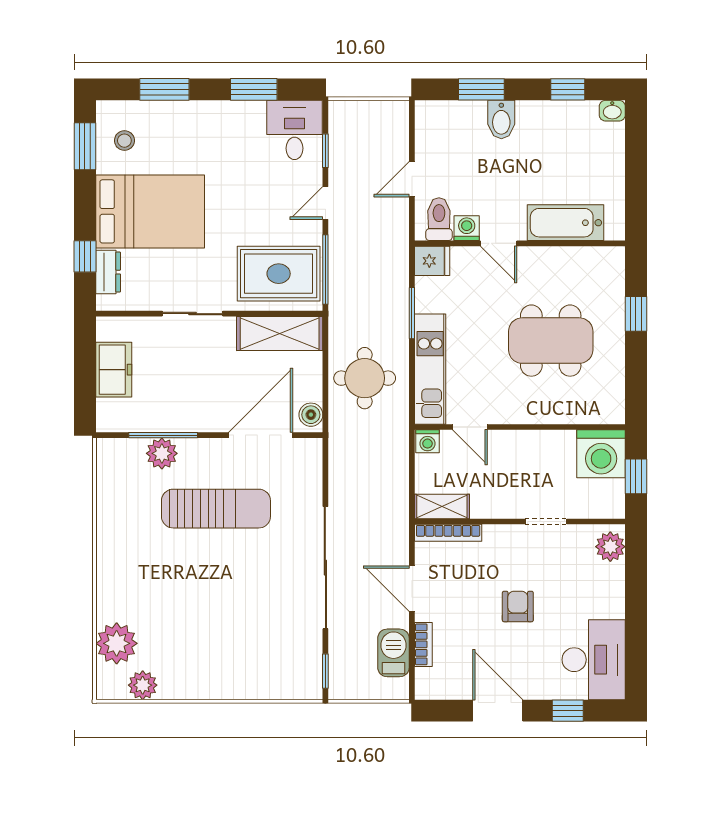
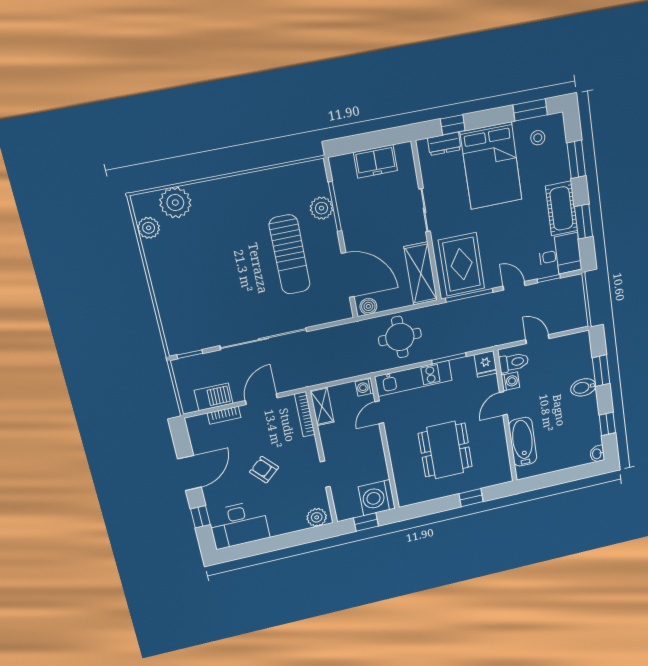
cot: (229, 119) -> (561, 208), added
armchair: (518, 606) -> (264, 470), turned -132

